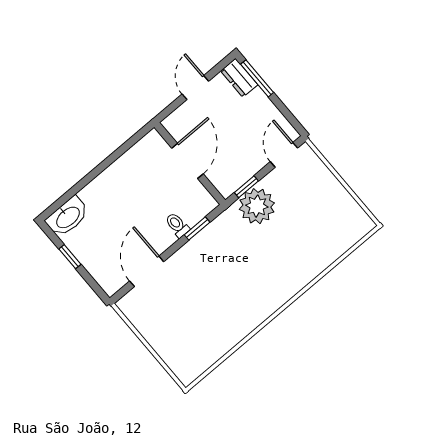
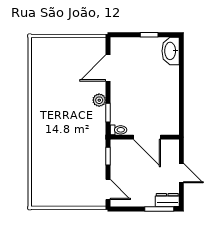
plant: (257, 206) -> (99, 100), moved, width x0.53, depth x0.53
toilet: (177, 225) -> (118, 130), moved
door: (147, 271) -> (108, 68), swing flipped

